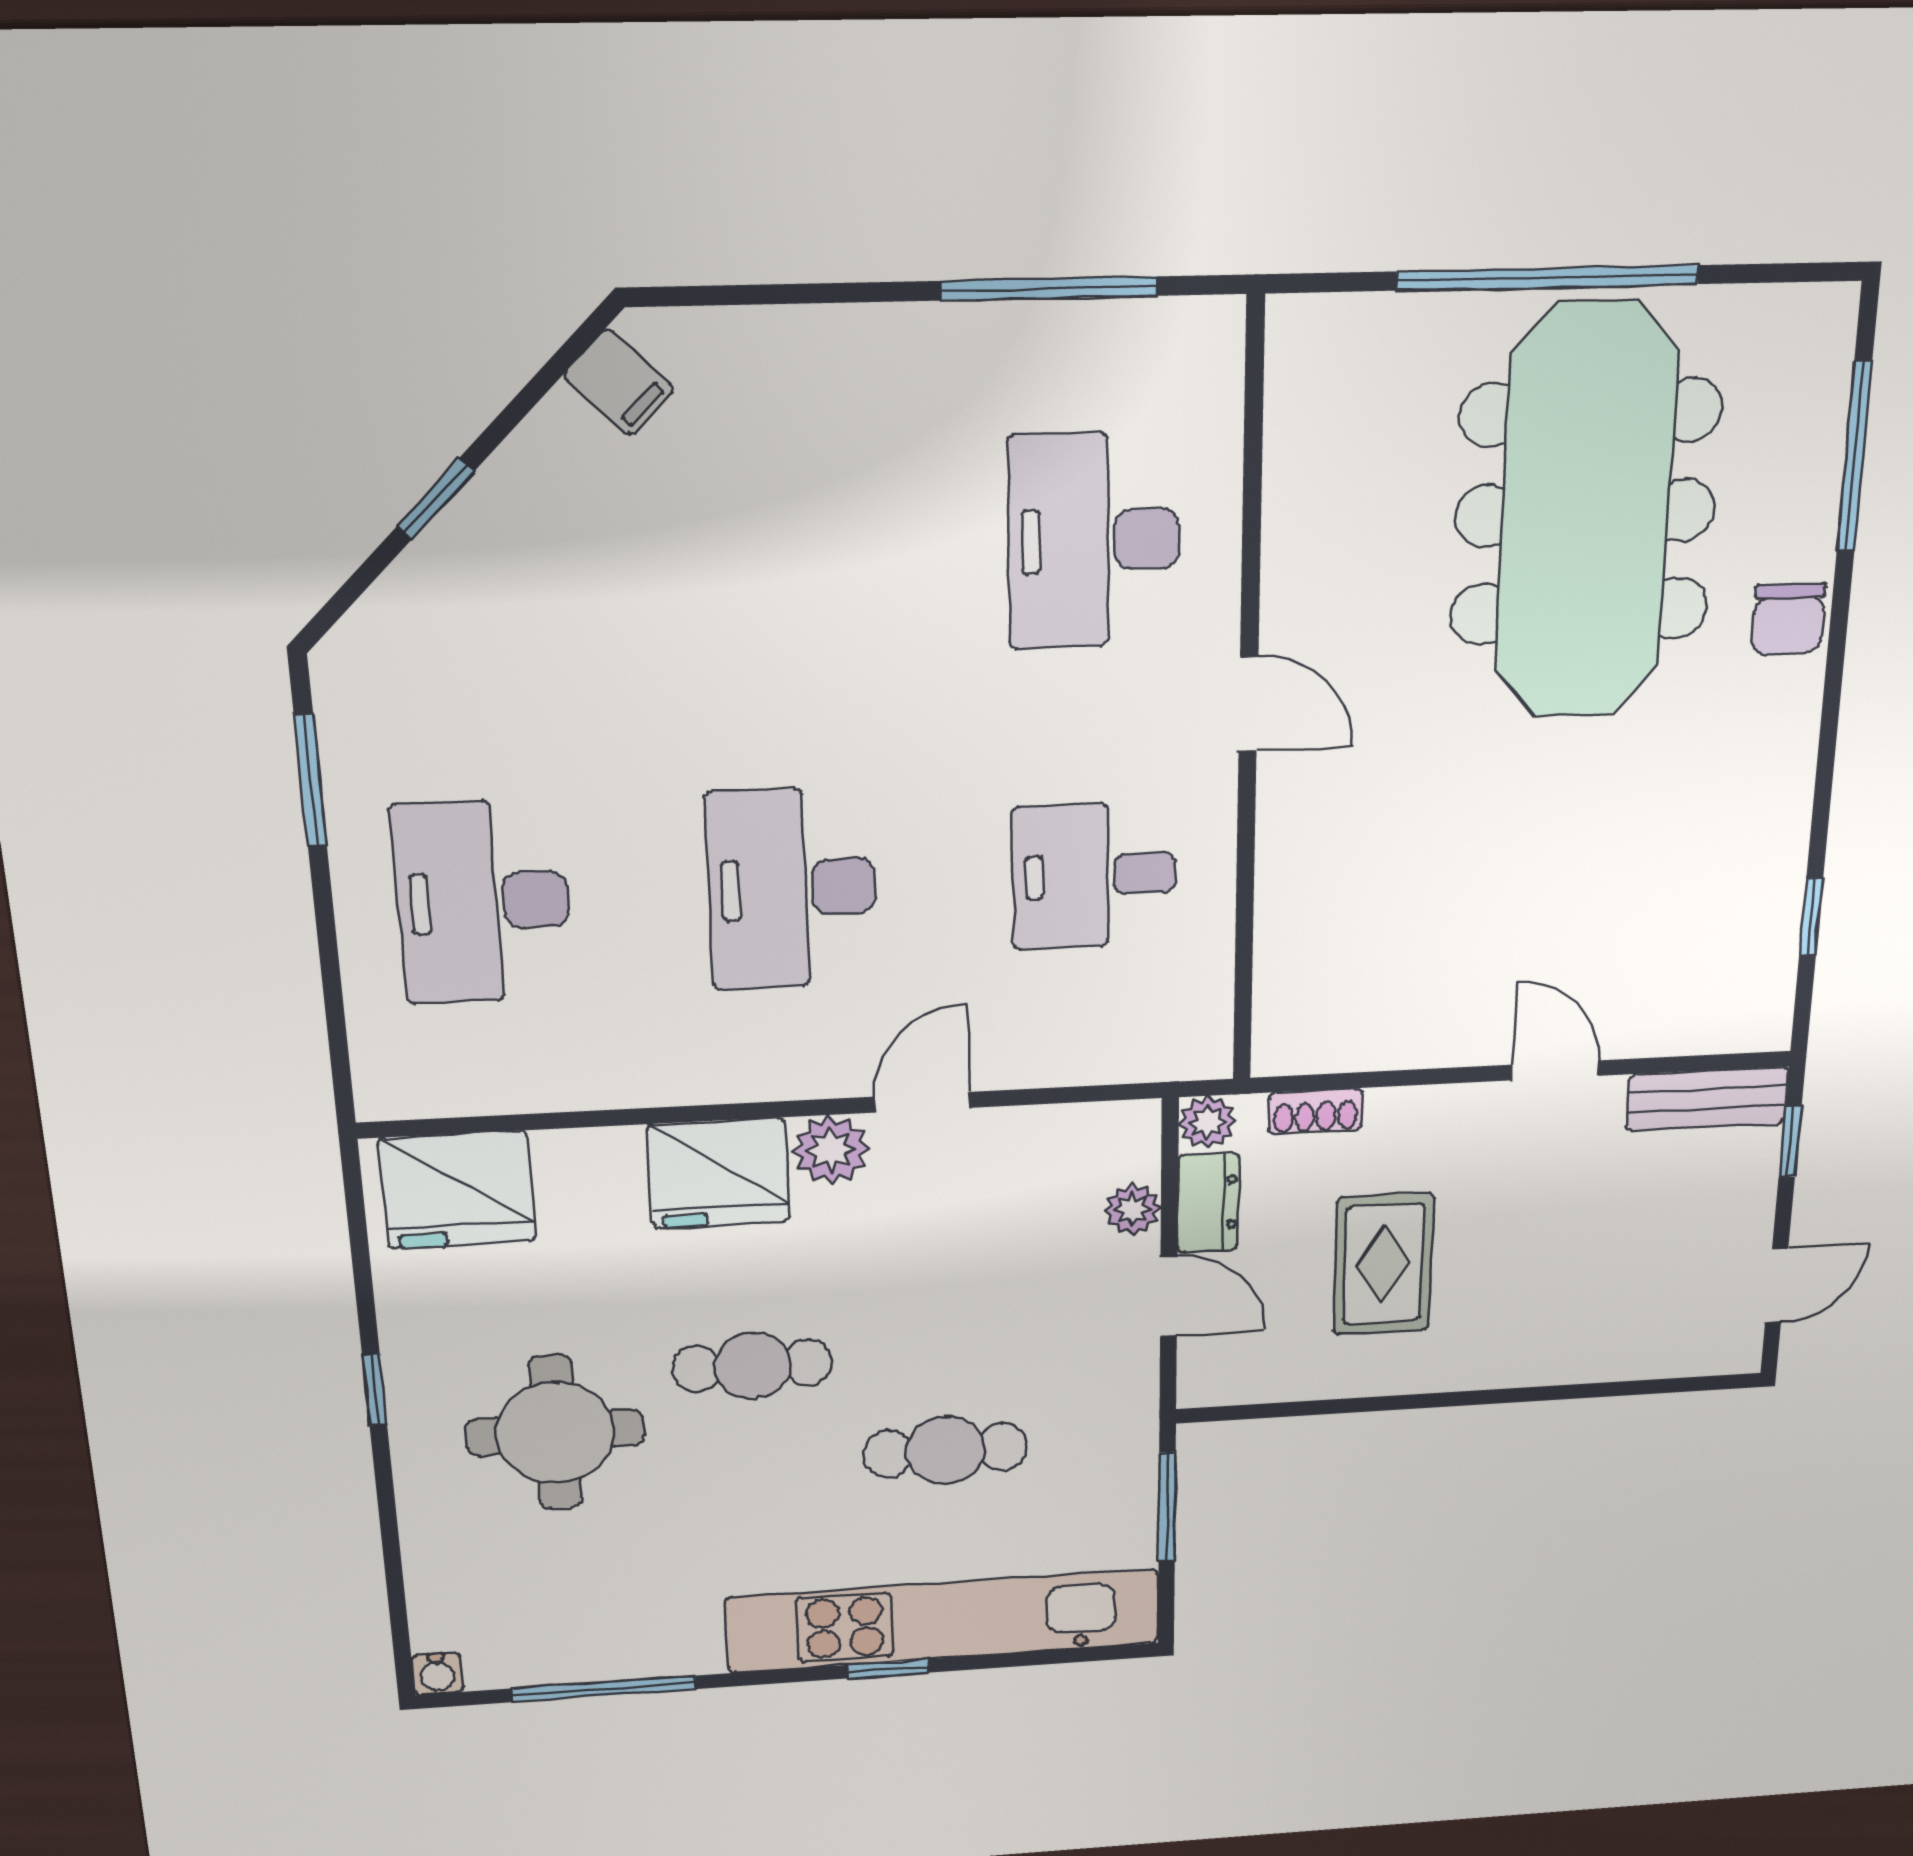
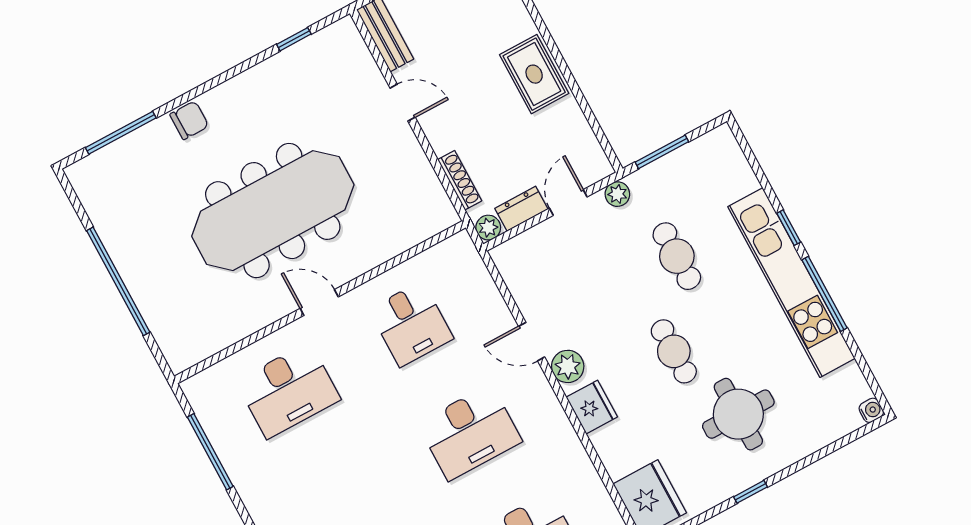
meeting table: (1585, 513) -> (273, 211), moved
door: (1248, 704) -> (319, 303), hinge flipped
door: (1555, 1070) -> (403, 103), swing flipped
shoe rack: (1316, 1111) -> (460, 180), width x1.43
fridge: (719, 1173) -> (592, 407), width x0.73, depth x0.75
plant: (1133, 1209) -> (617, 194), moved
rug: (1383, 1264) -> (534, 74), moved, turned 90
kitchen unit: (944, 1620) -> (791, 283), moved
window: (604, 1689) -> (824, 294), moved

